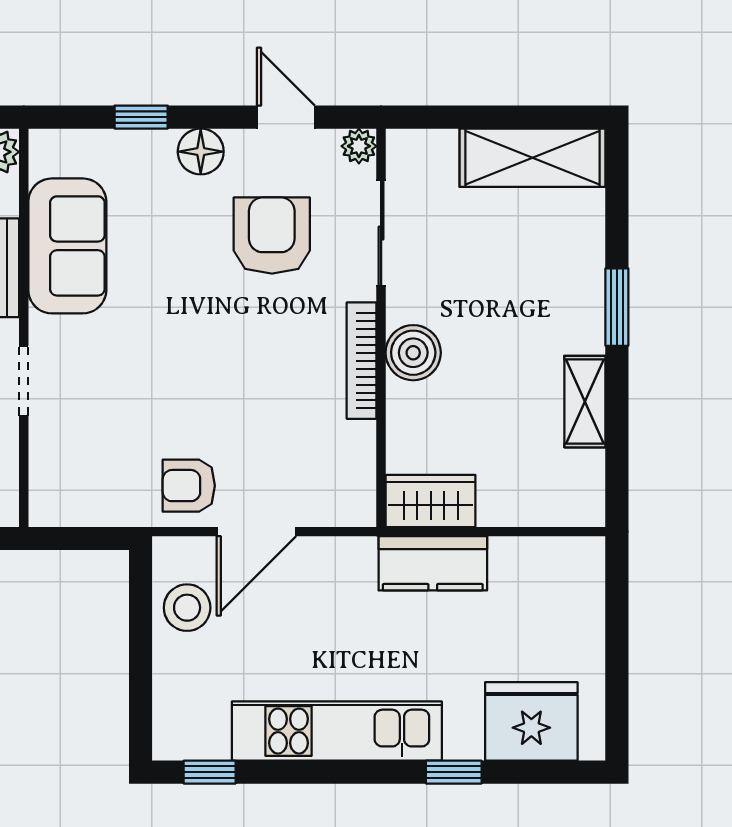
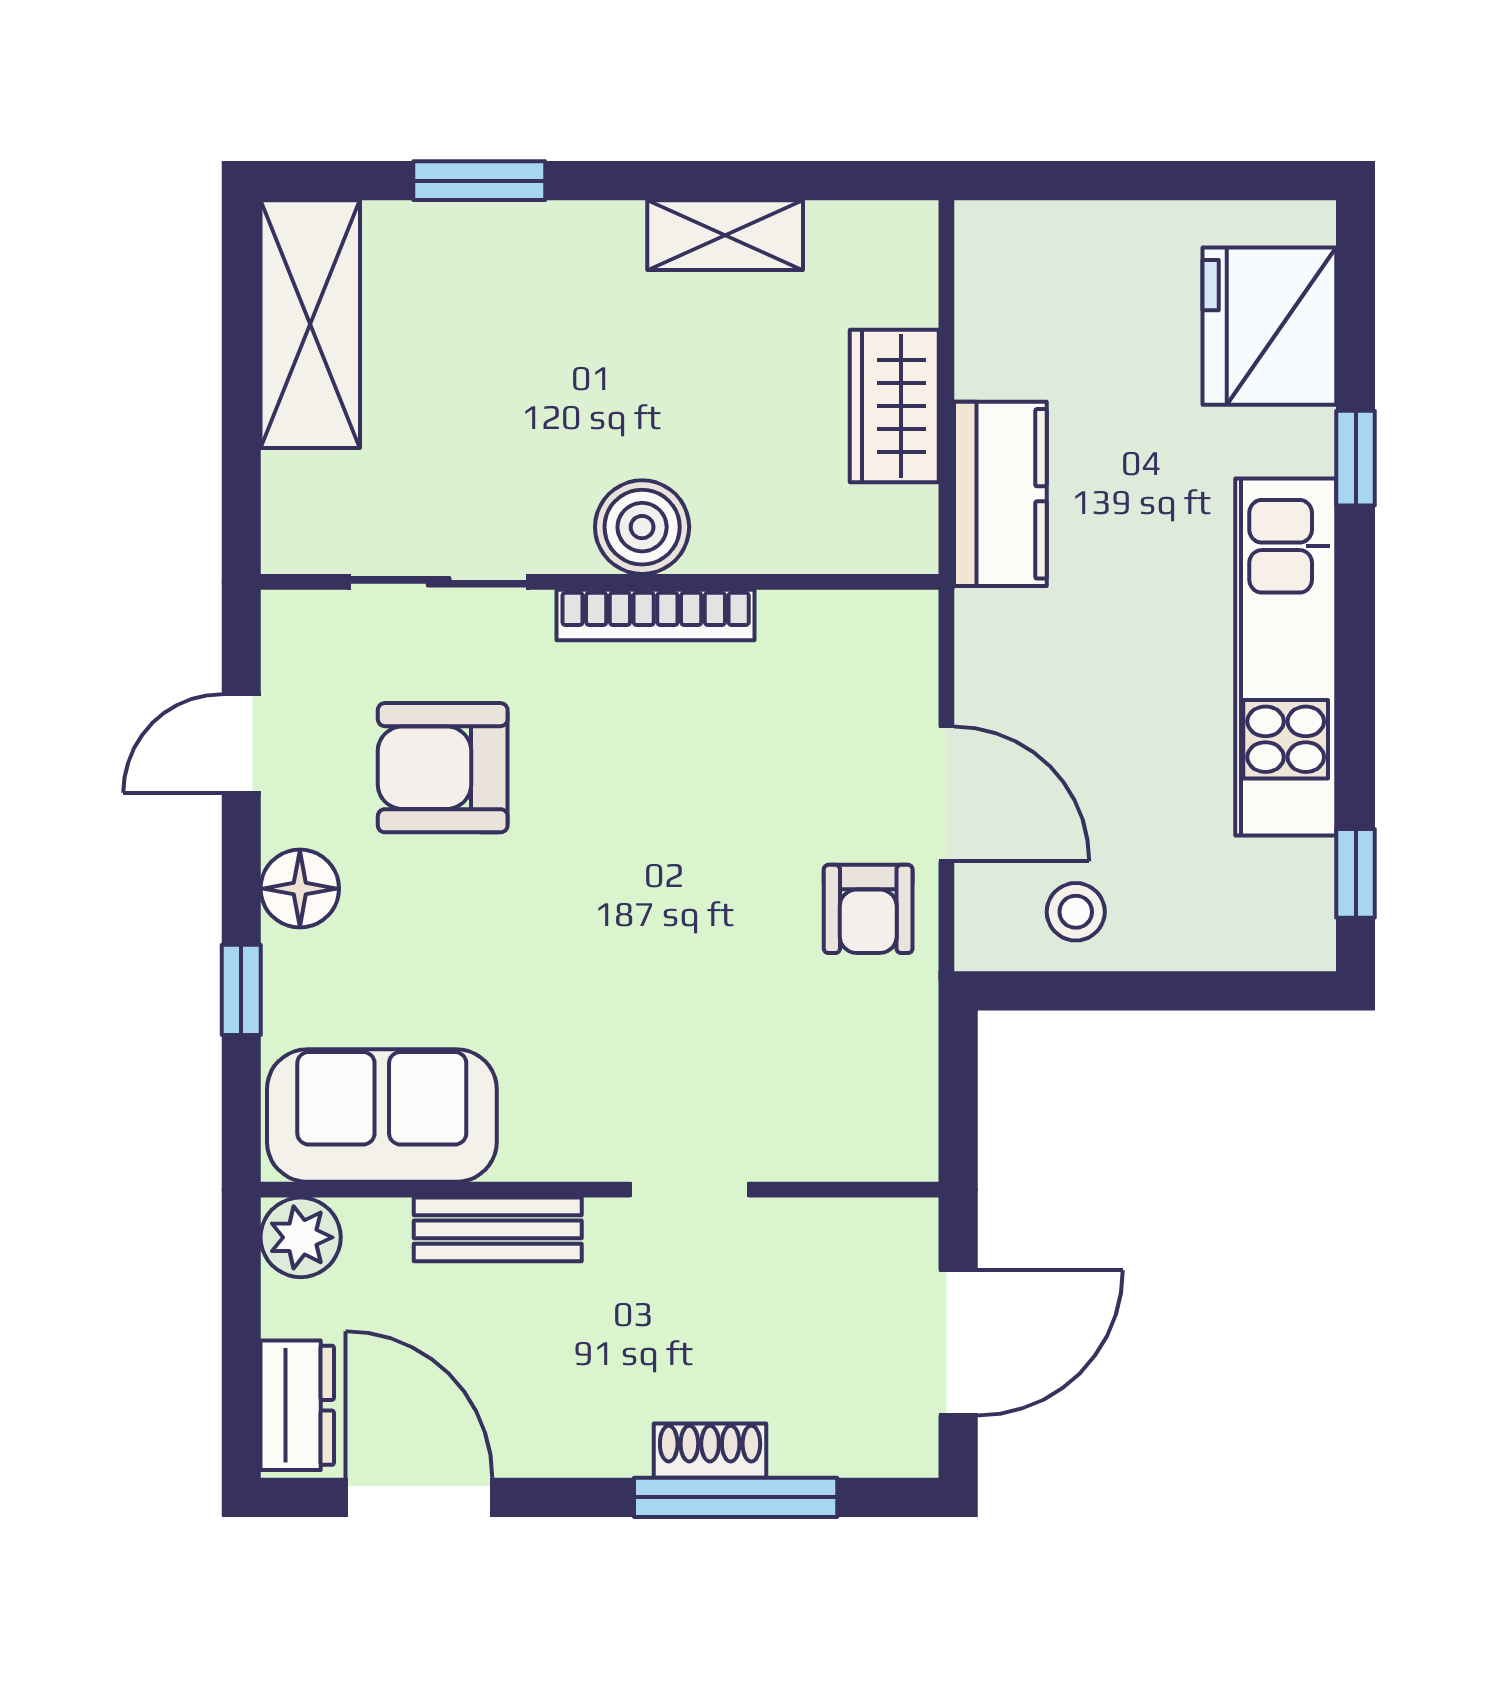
plant: (359, 146) -> (291, 619), removed
sofa: (67, 246) -> (382, 1116), moved
window: (617, 307) -> (479, 181), moved
wardrobe: (431, 501) -> (894, 406), moved
stool: (187, 608) -> (1076, 912), width x0.73, depth x0.73

